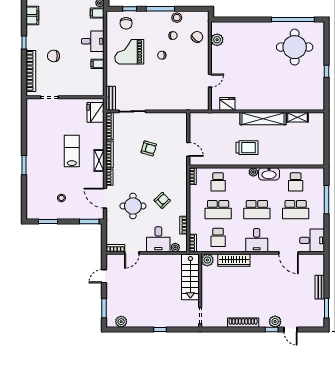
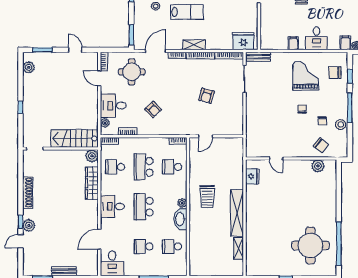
lab bench: (72, 151) -> (187, 12), moved
round table: (133, 206) -> (132, 72), moved
school desk: (296, 210) -> (144, 246), width x0.54

